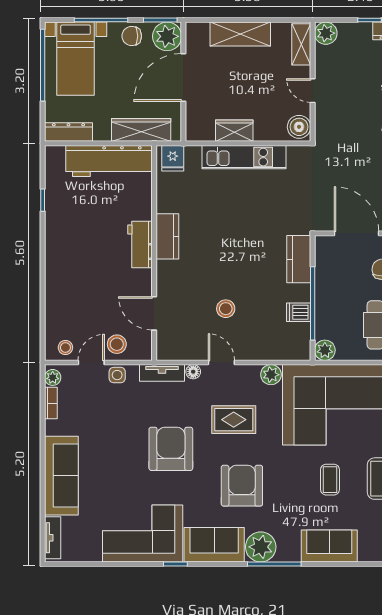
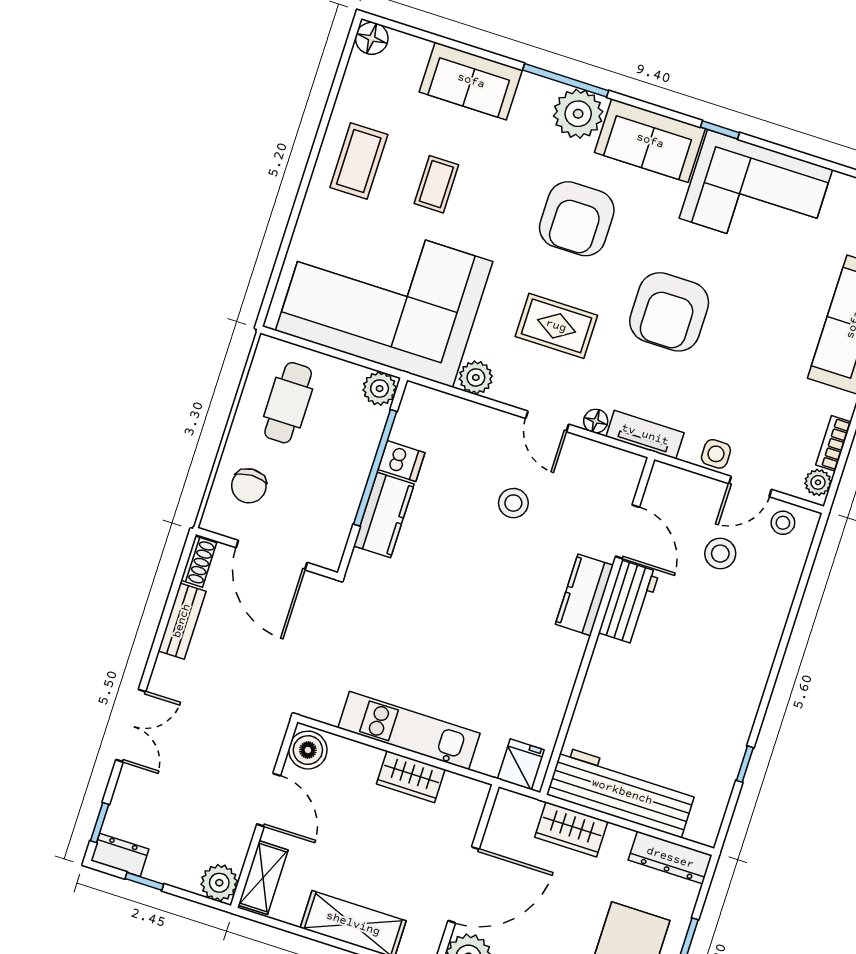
door: (313, 91) -> (269, 800), width x1.38
wardrobe: (141, 130) -> (571, 829), width x0.67
kitchen counter: (167, 236) -> (584, 595), moved
workbench: (140, 245) -> (629, 602), moved
kitchen counter: (299, 259) -> (384, 515), moved
stool: (117, 344) -> (720, 554), moved

